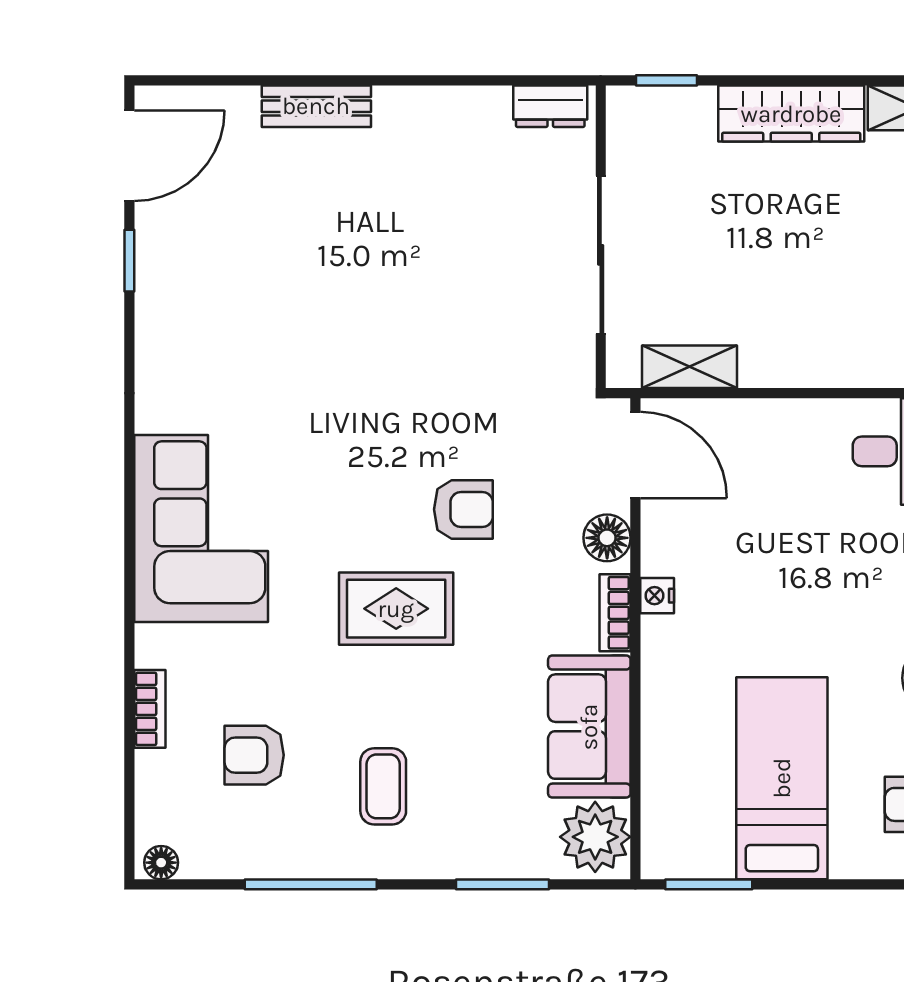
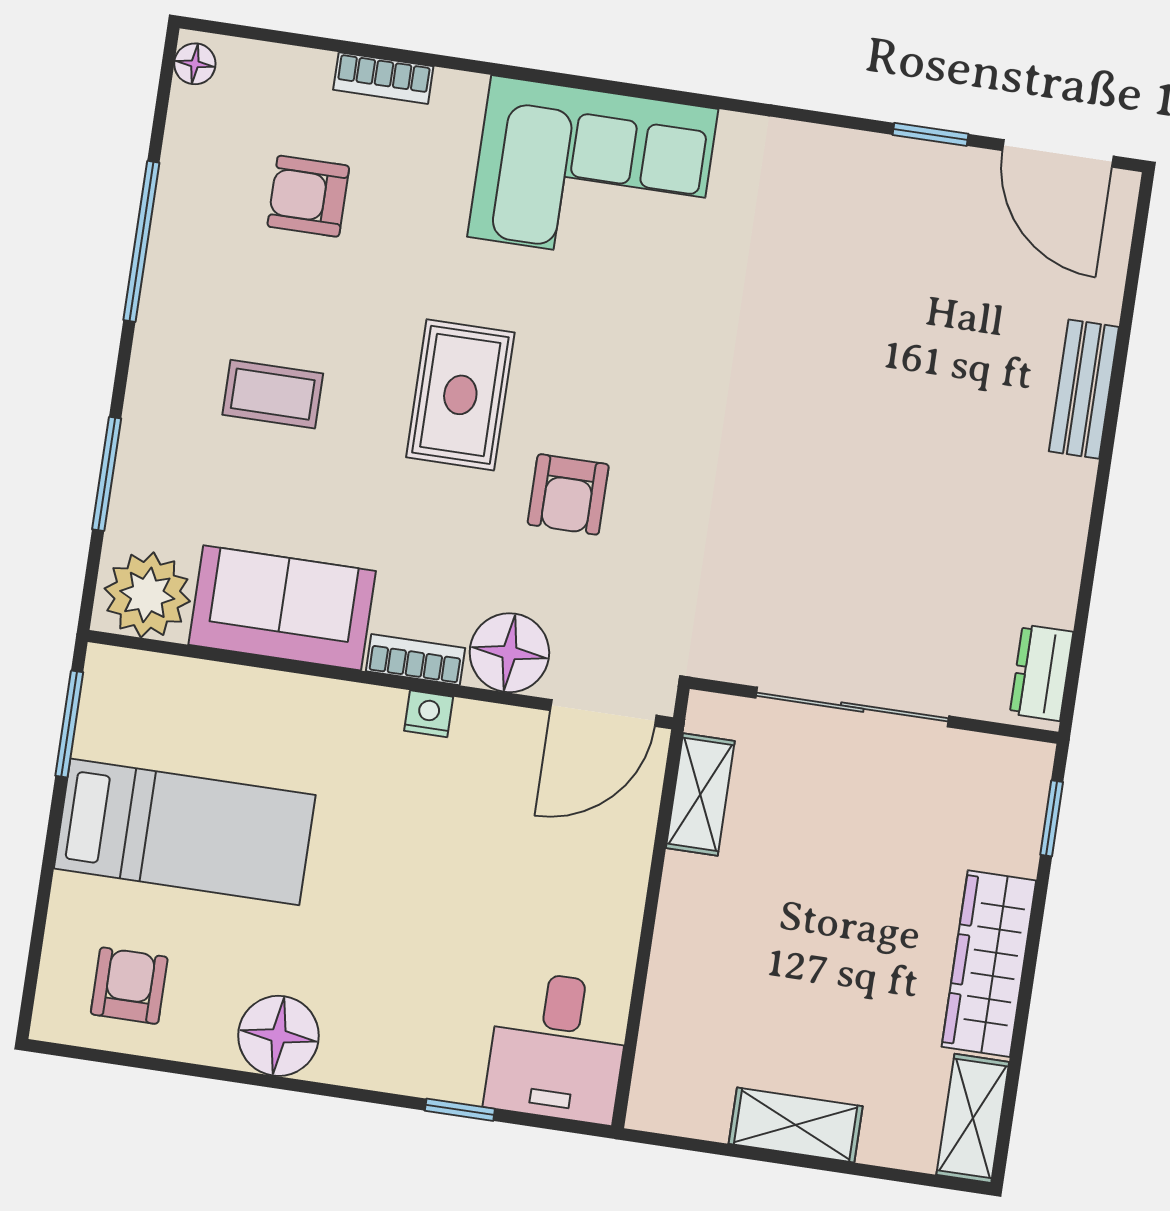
floor lamp: (607, 538) -> (509, 653), width x1.38, depth x1.38
armchair: (254, 755) -> (308, 196), turned -90
coffee table: (383, 786) -> (273, 394), moved

